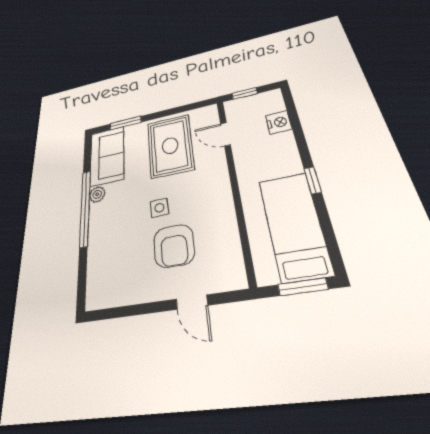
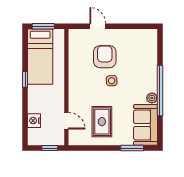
rug: (170, 146) -> (102, 122), width x0.73, depth x0.70

